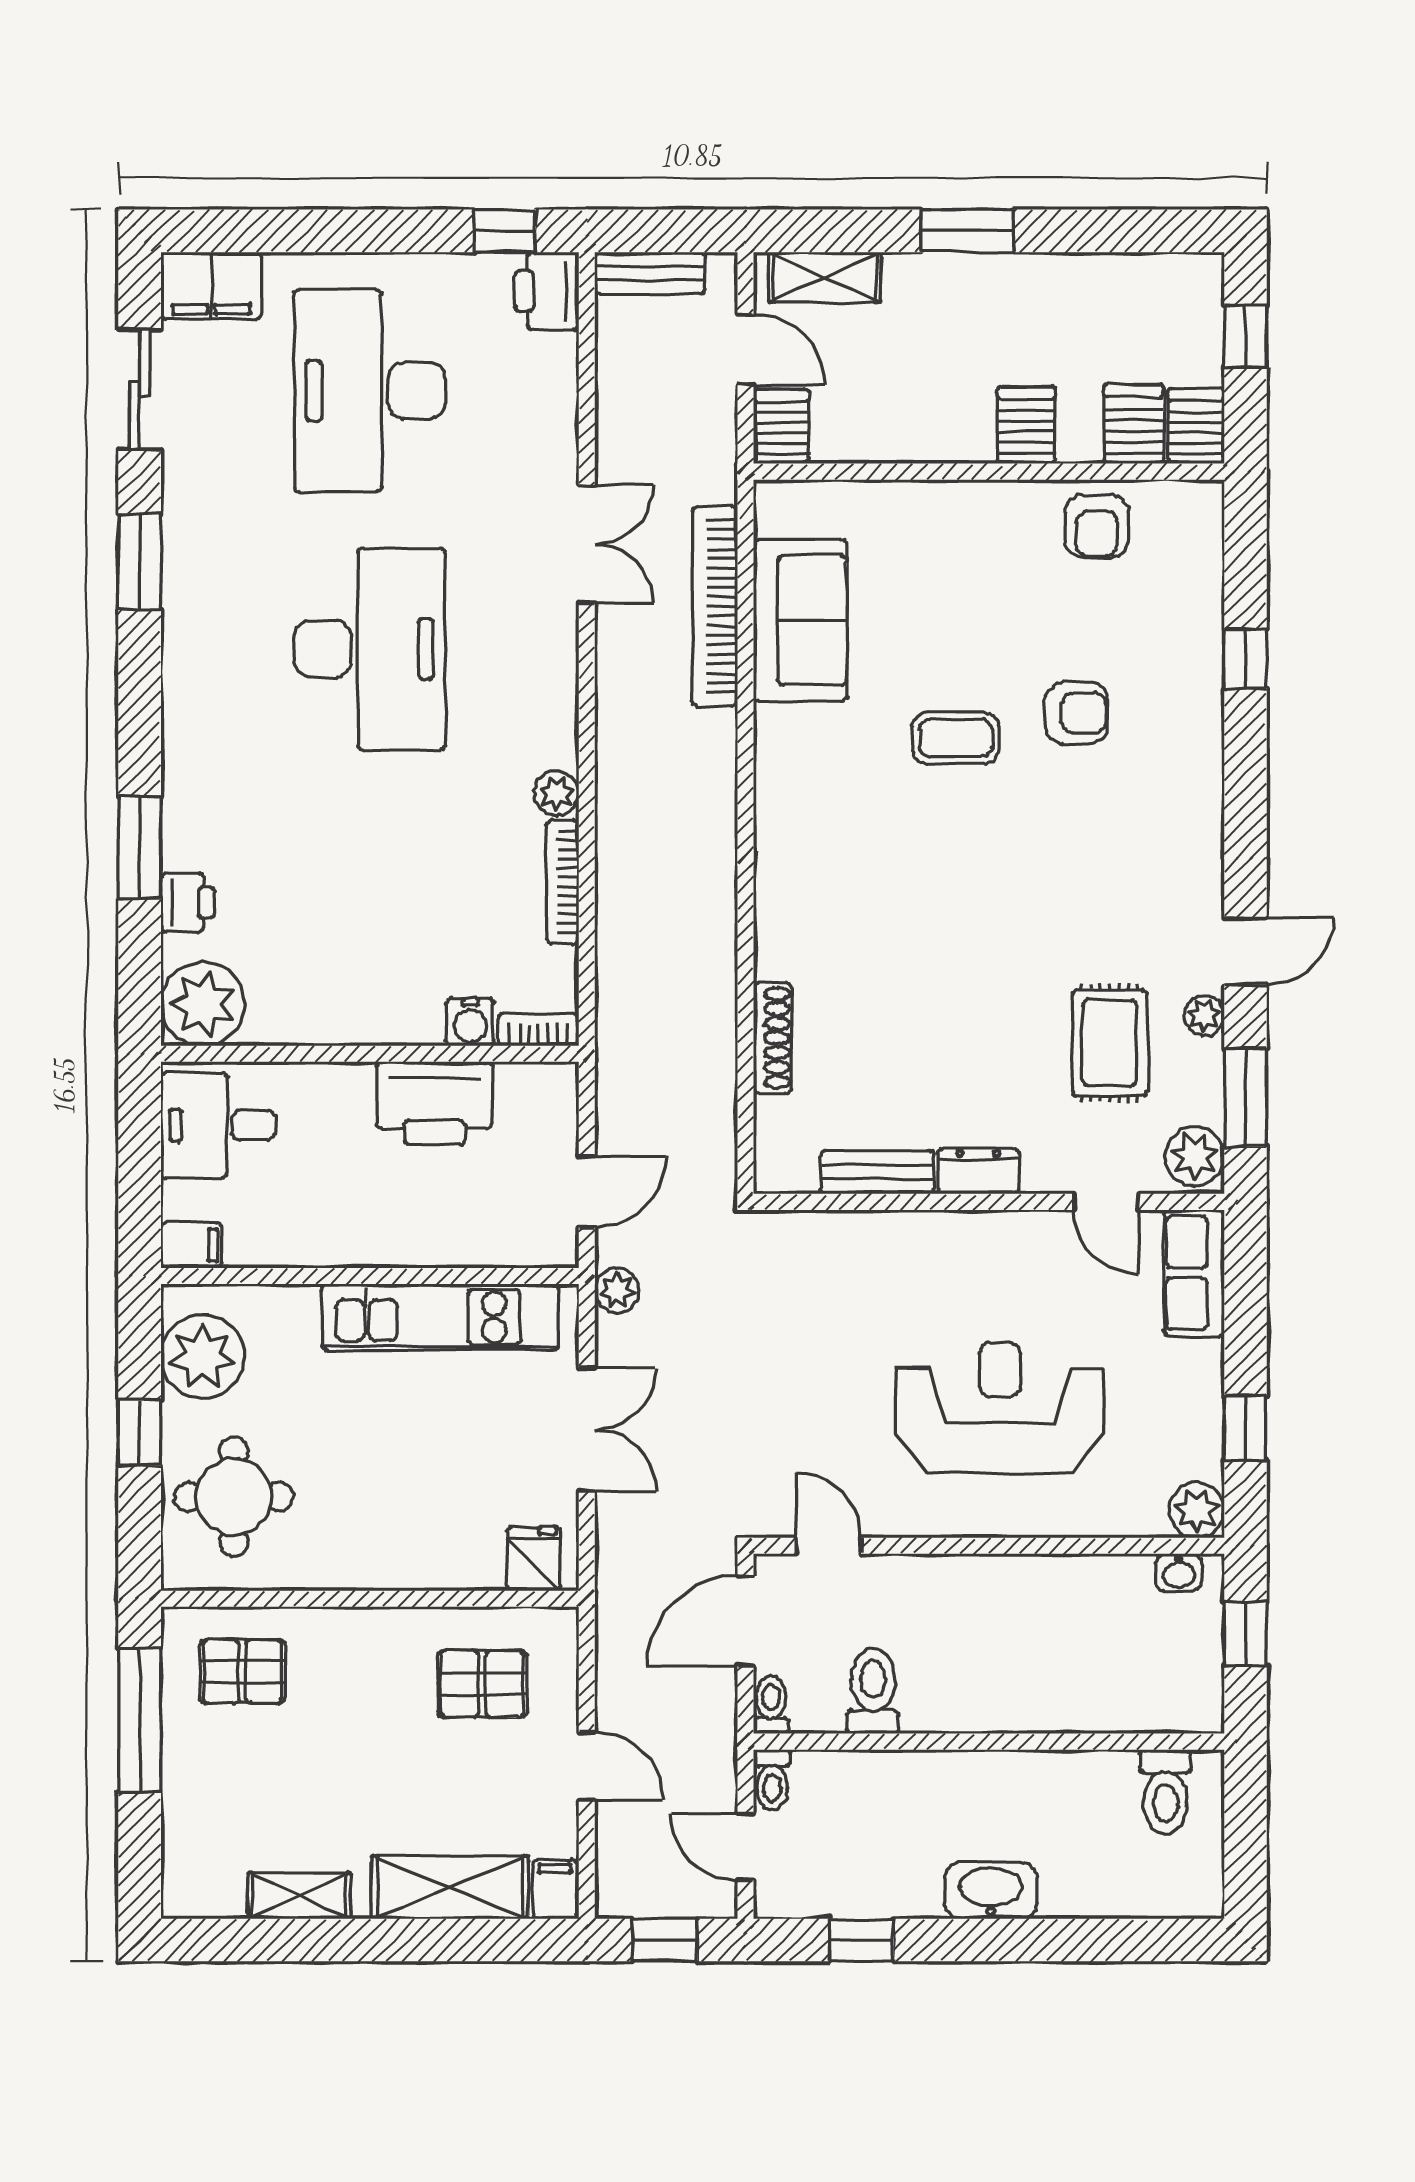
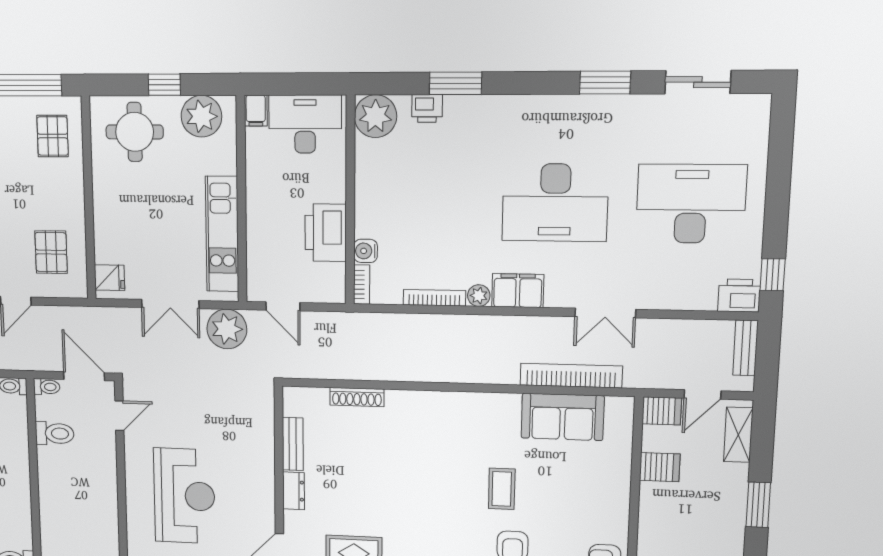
filing cabinet: (211, 286) -> (518, 291), moved, turned 90
server rack: (1026, 425) -> (660, 467), moved
desk: (218, 1125) -> (305, 124), width x1.37
plant: (617, 1290) -> (227, 329), width x1.88, depth x1.88

